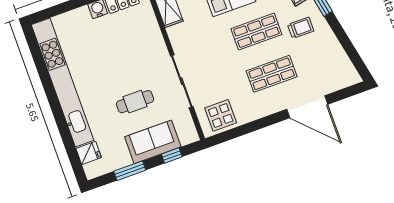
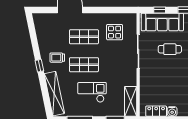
display table: (221, 115) -> (115, 32), moved
sofa: (153, 142) -> (162, 22), width x1.36

